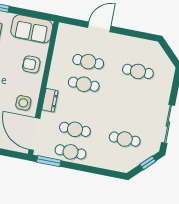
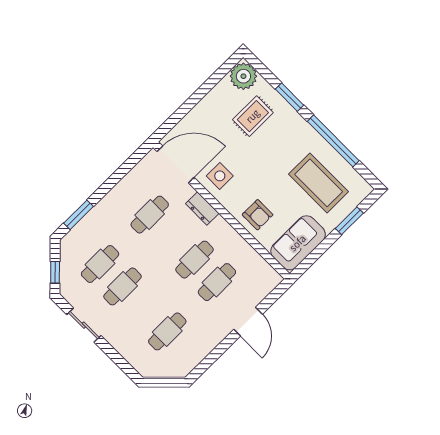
armchair: (31, 64) -> (258, 215), turned 90
sliding door: (168, 124) -> (84, 325), width x0.73
cafe table: (71, 152) -> (122, 286), moved
window: (49, 161) -> (78, 215), moved

